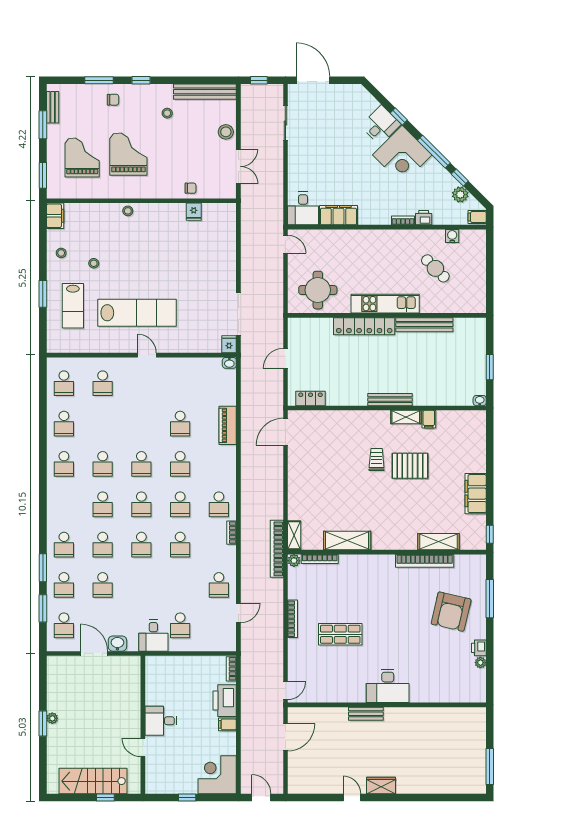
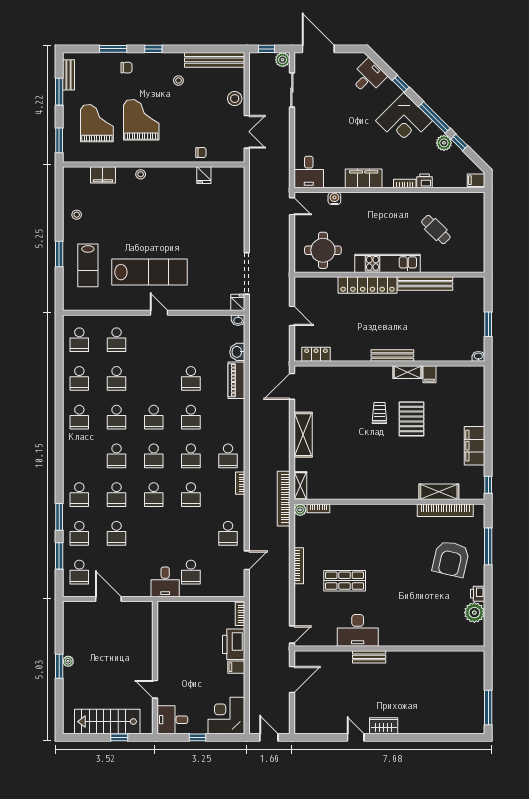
plant: (276, 91) -> (283, 60), added
desk: (381, 125) -> (368, 77), moved
plant: (460, 195) -> (444, 143), moved
filing cabinet: (338, 215) -> (364, 178), moved
filing cabinet: (55, 216) -> (103, 175), moved, turned 90
water cooler: (452, 236) -> (334, 198), moved
stool: (94, 263) -> (108, 225), removed
door: (285, 358) -> (292, 316), swing flipped
school desk: (103, 424) -> (117, 378), added
pallet: (410, 466) -> (411, 419), turned 90
shelving: (347, 540) -> (303, 435), moved, turned 90
bookcase: (320, 559) -> (318, 508), width x0.64
bookcase: (425, 561) -> (445, 510), moved
washbasin: (117, 644) -> (237, 352), moved, turned -90
plant: (480, 663) -> (474, 613), width x1.88, depth x1.88
desk: (388, 686) -> (358, 630), moved
desk: (161, 721) -> (172, 720), moved

